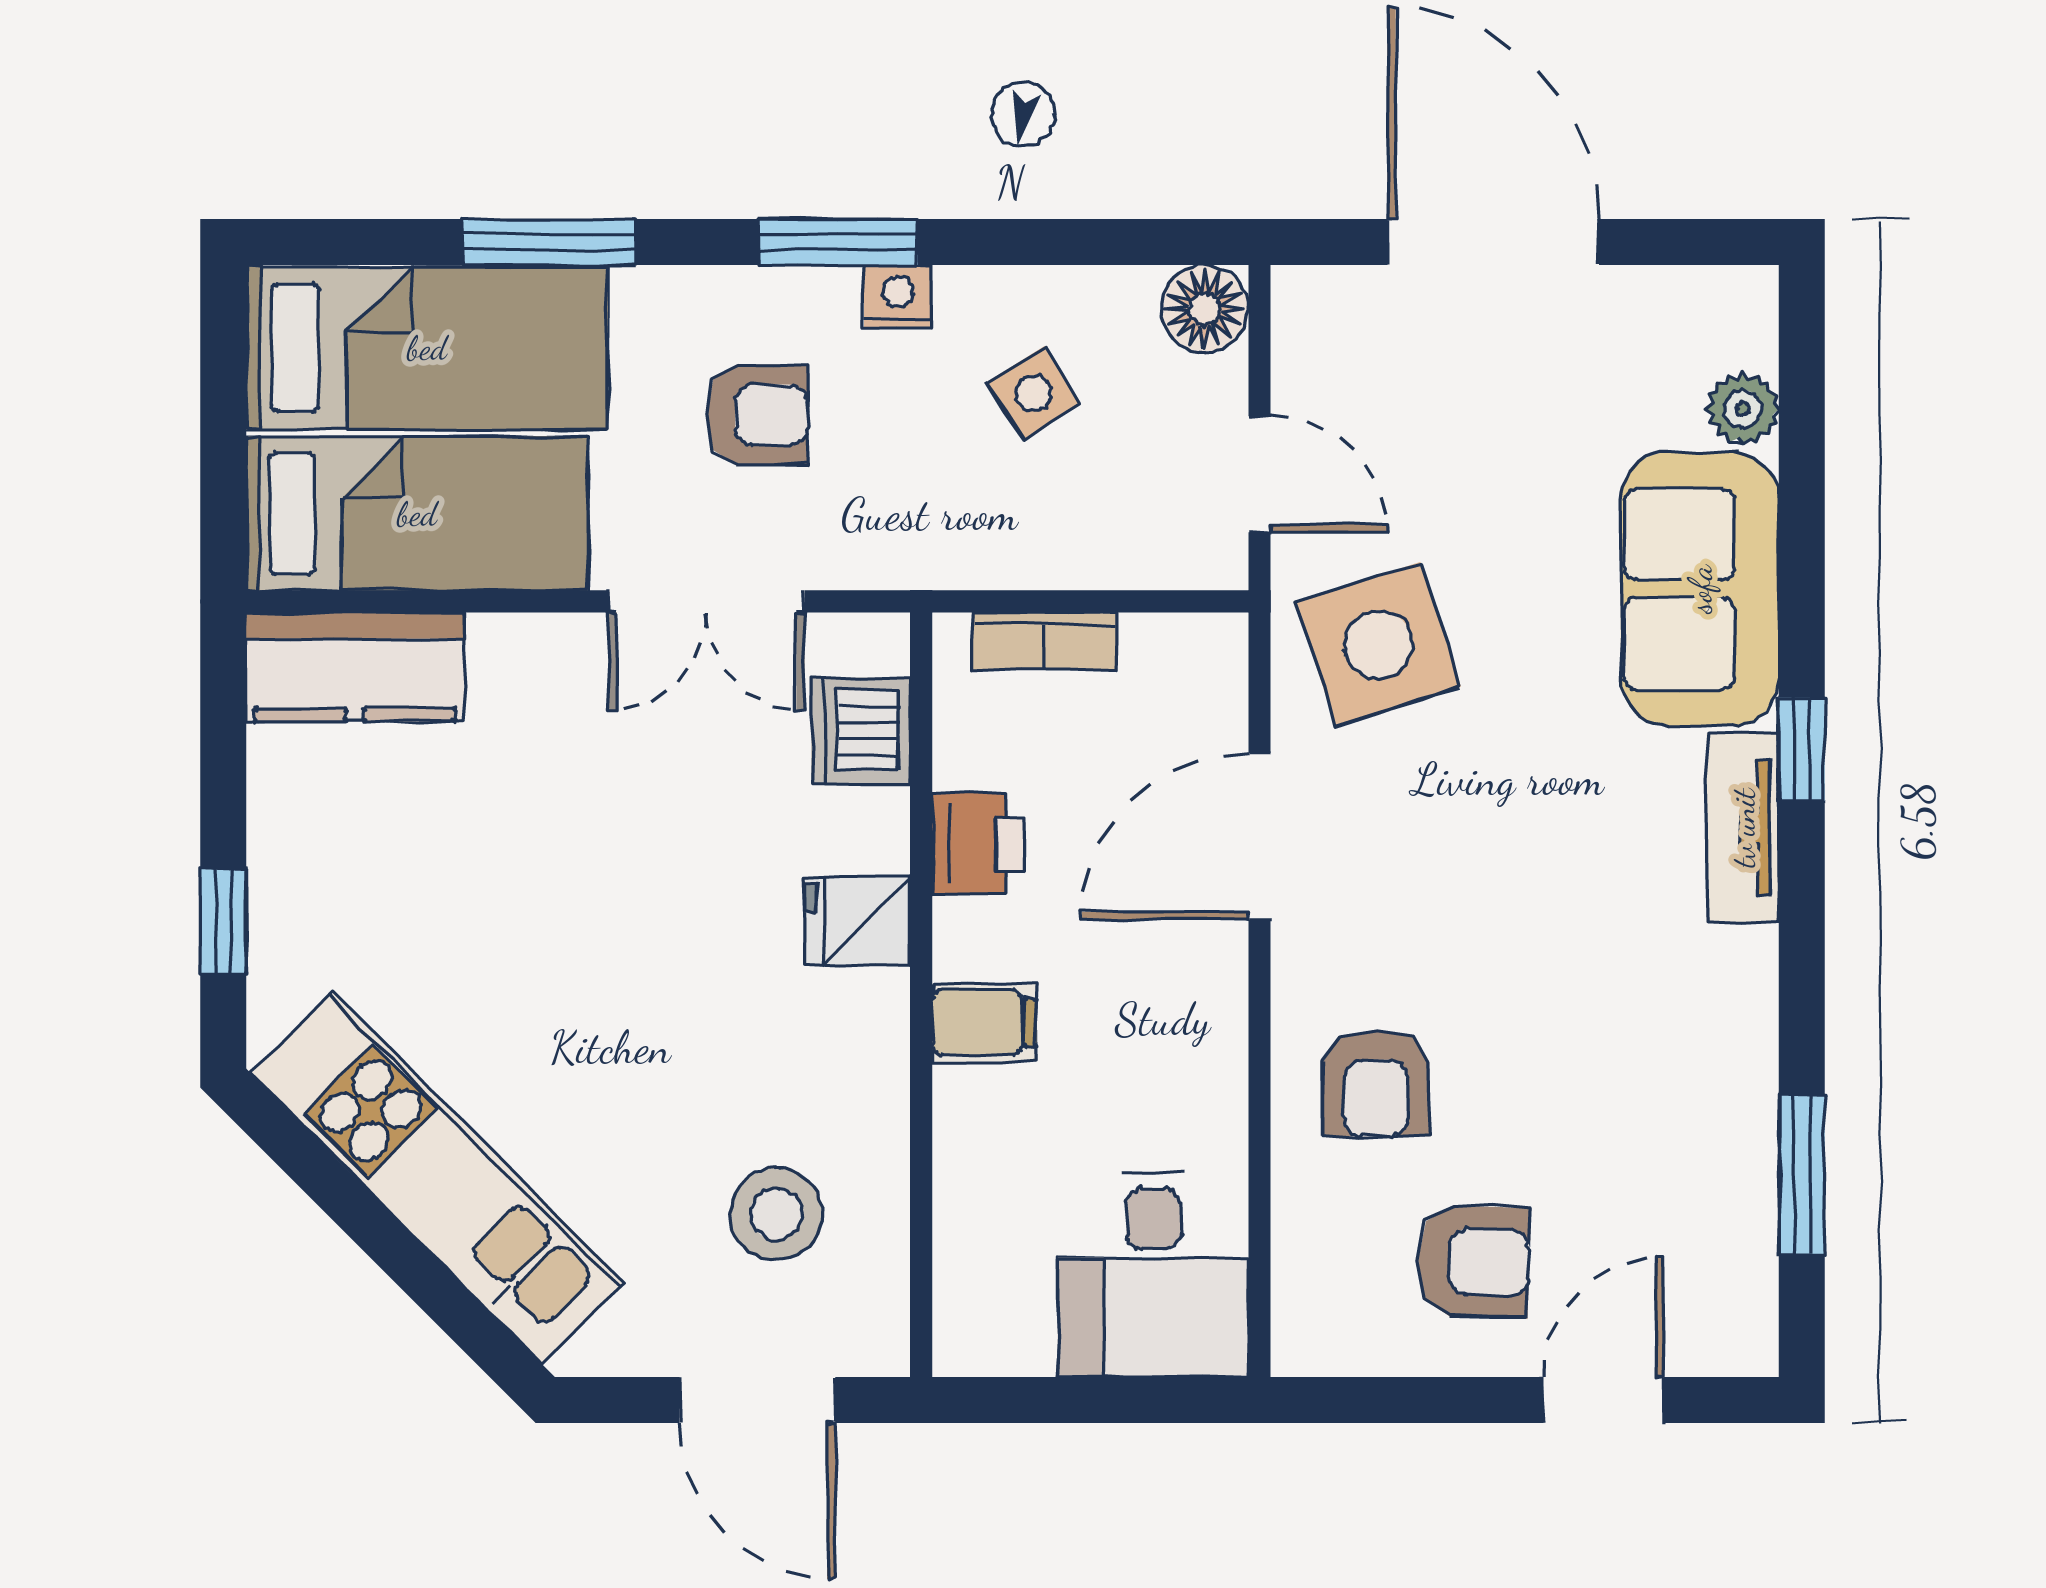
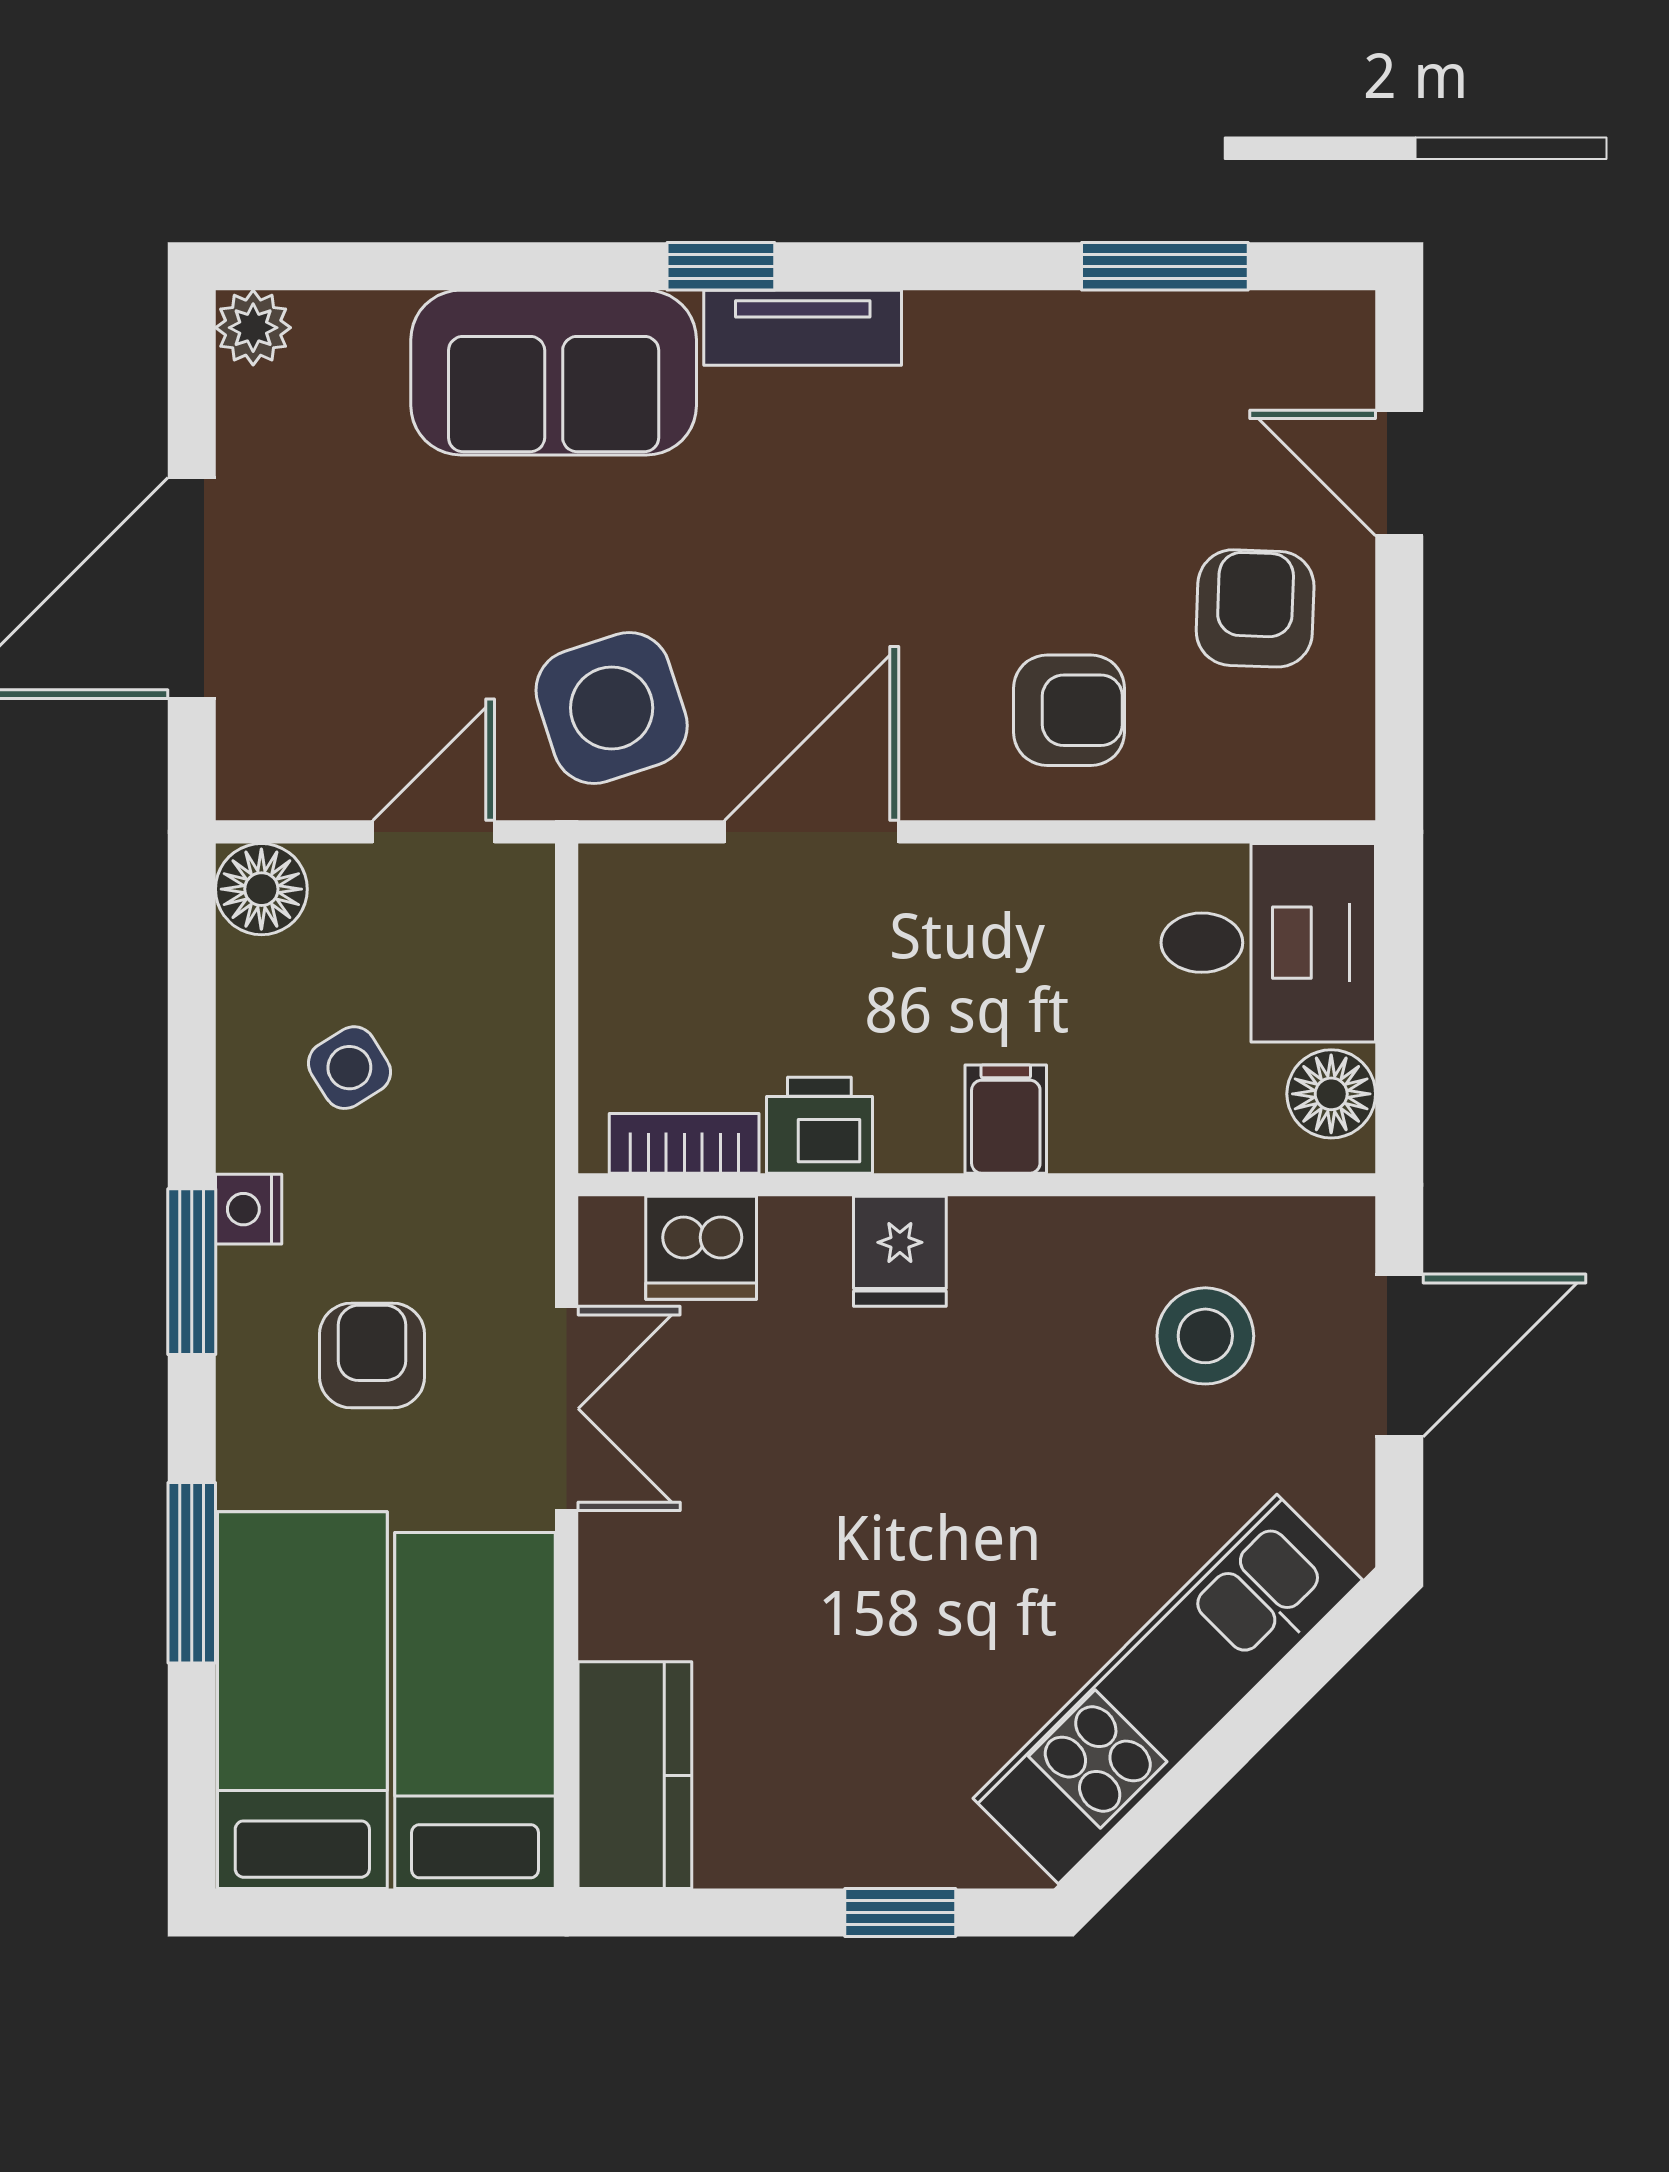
plant: (1743, 409) -> (253, 328), moved
bookcase: (1045, 641) -> (684, 1143), moved, turned -90
door: (1260, 836) -> (812, 832), swing flipped
floor lamp: (1008, 1335) -> (1331, 1094), added

